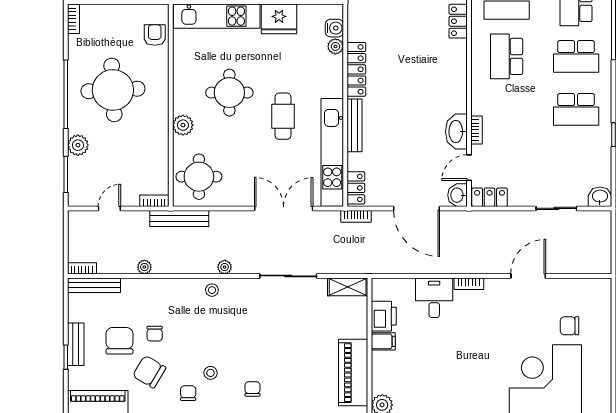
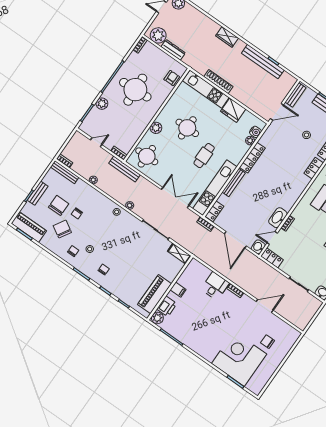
printer: (384, 316) -> (167, 306), moved

